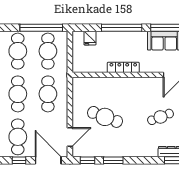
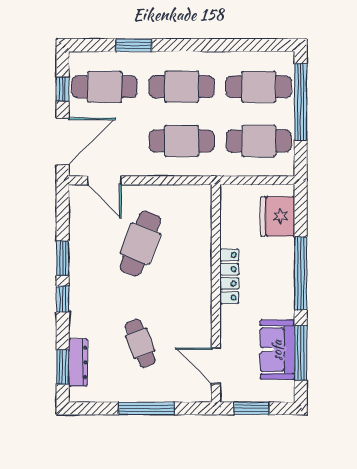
window: (41, 28) -> (301, 102), moved
fridge: (90, 38) -> (278, 216), width x1.88, depth x1.34
window: (87, 160) -> (63, 299), moved

